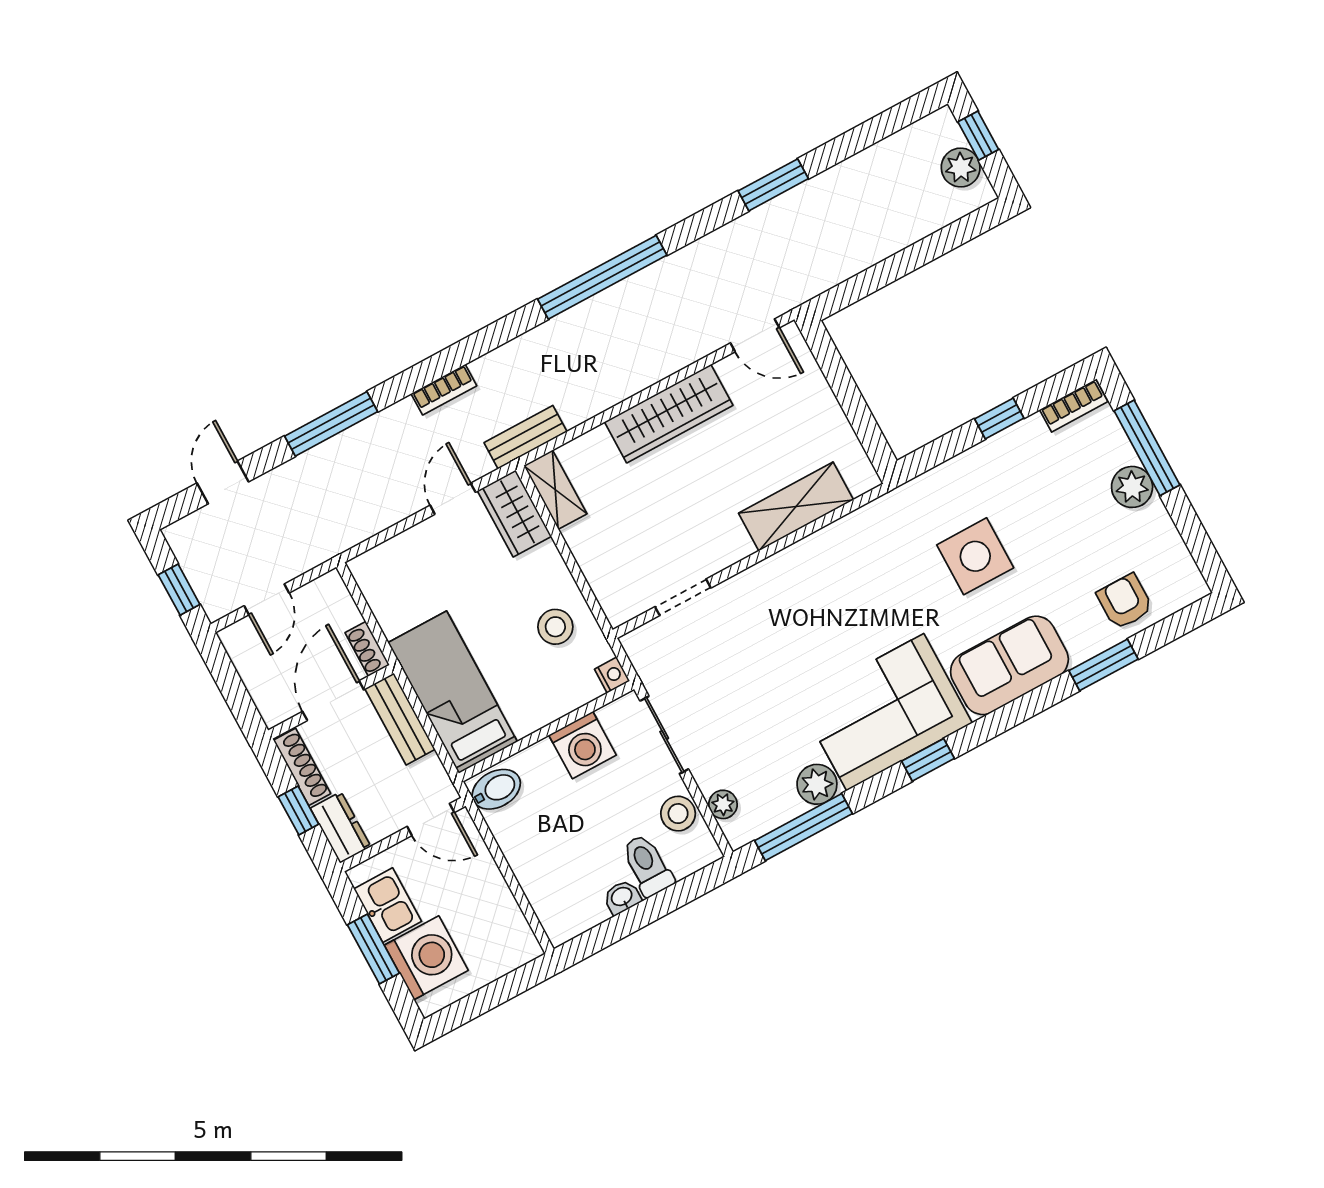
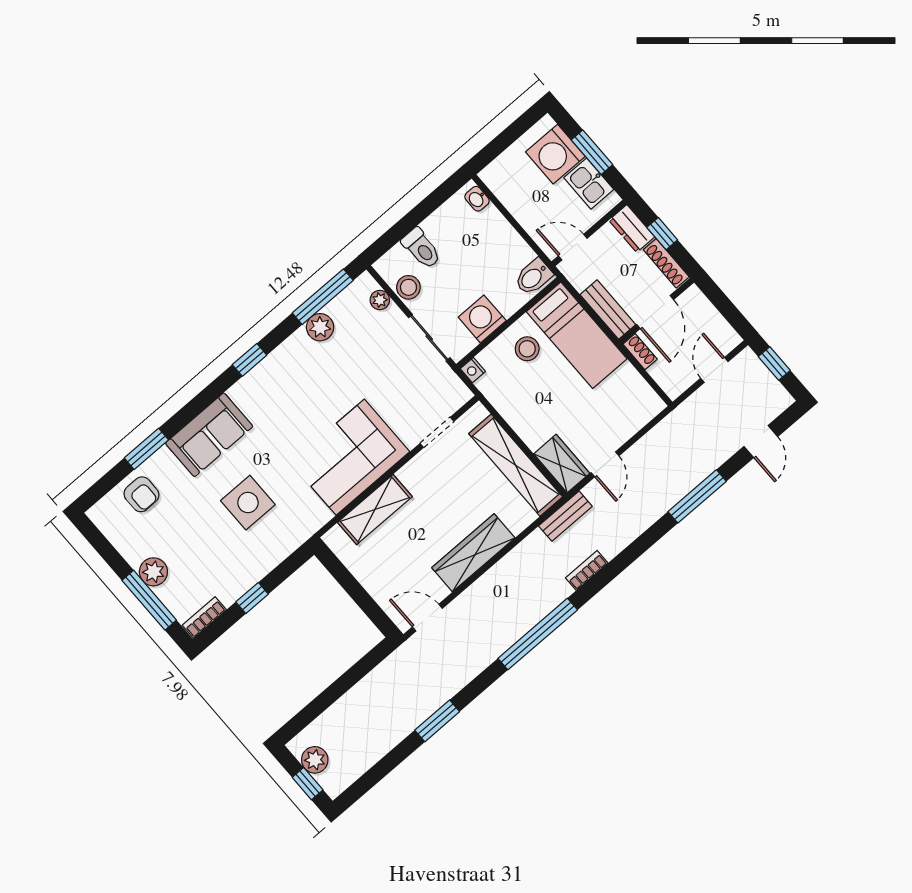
bookcase: (444, 390) -> (587, 570), moved
shelving: (555, 490) -> (516, 465), width x2.20, depth x1.33
stool: (555, 627) -> (527, 349), moved
corner sofa: (885, 712) -> (350, 457), moved, turned 180
washbasin: (622, 897) -> (477, 199), moved, turned 90

